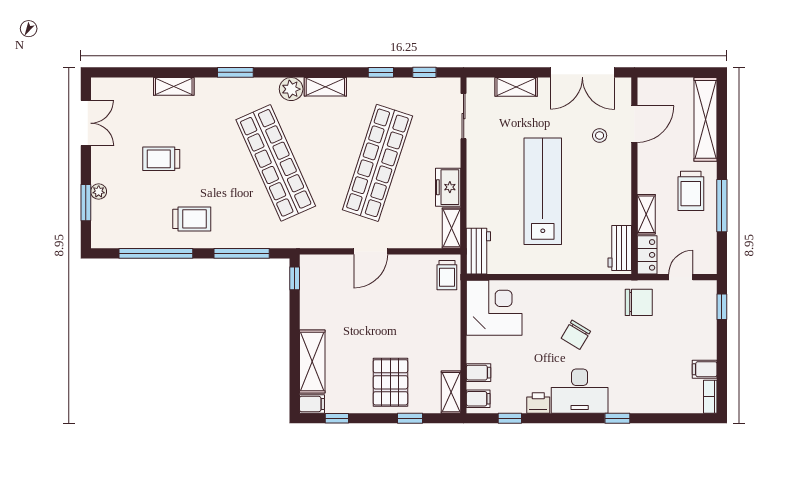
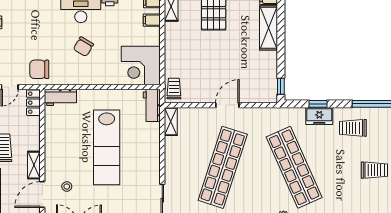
freezer: (448, 187) -> (319, 116), moved, turned 90
shelving: (646, 214) -> (34, 165), moved
workbench: (620, 248) -> (60, 97), moved, turned 90
window: (242, 253) -> (318, 104), width x0.46
chair: (576, 335) -> (83, 47), turned 180

